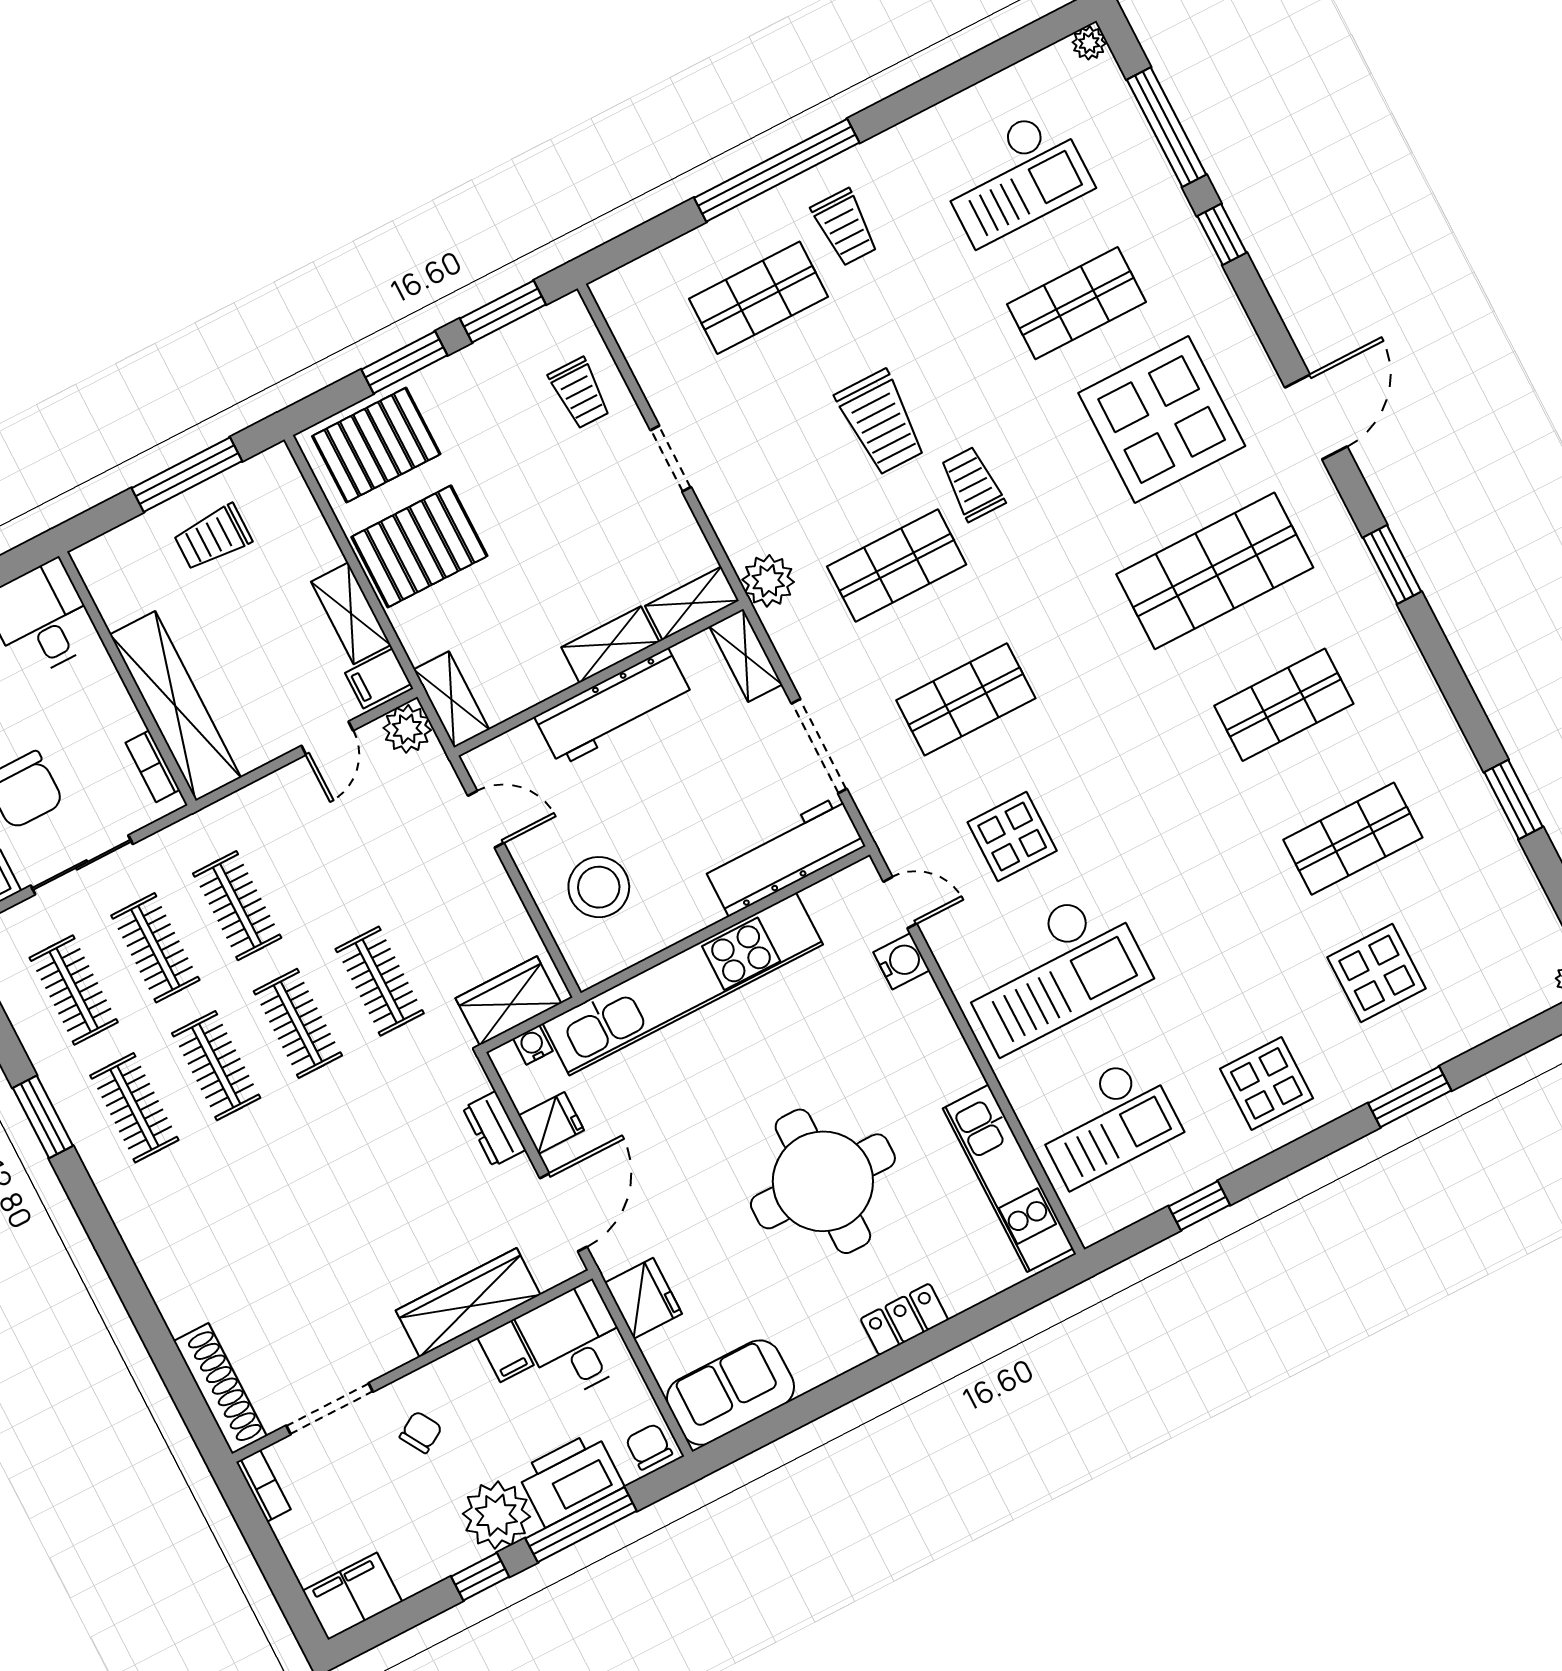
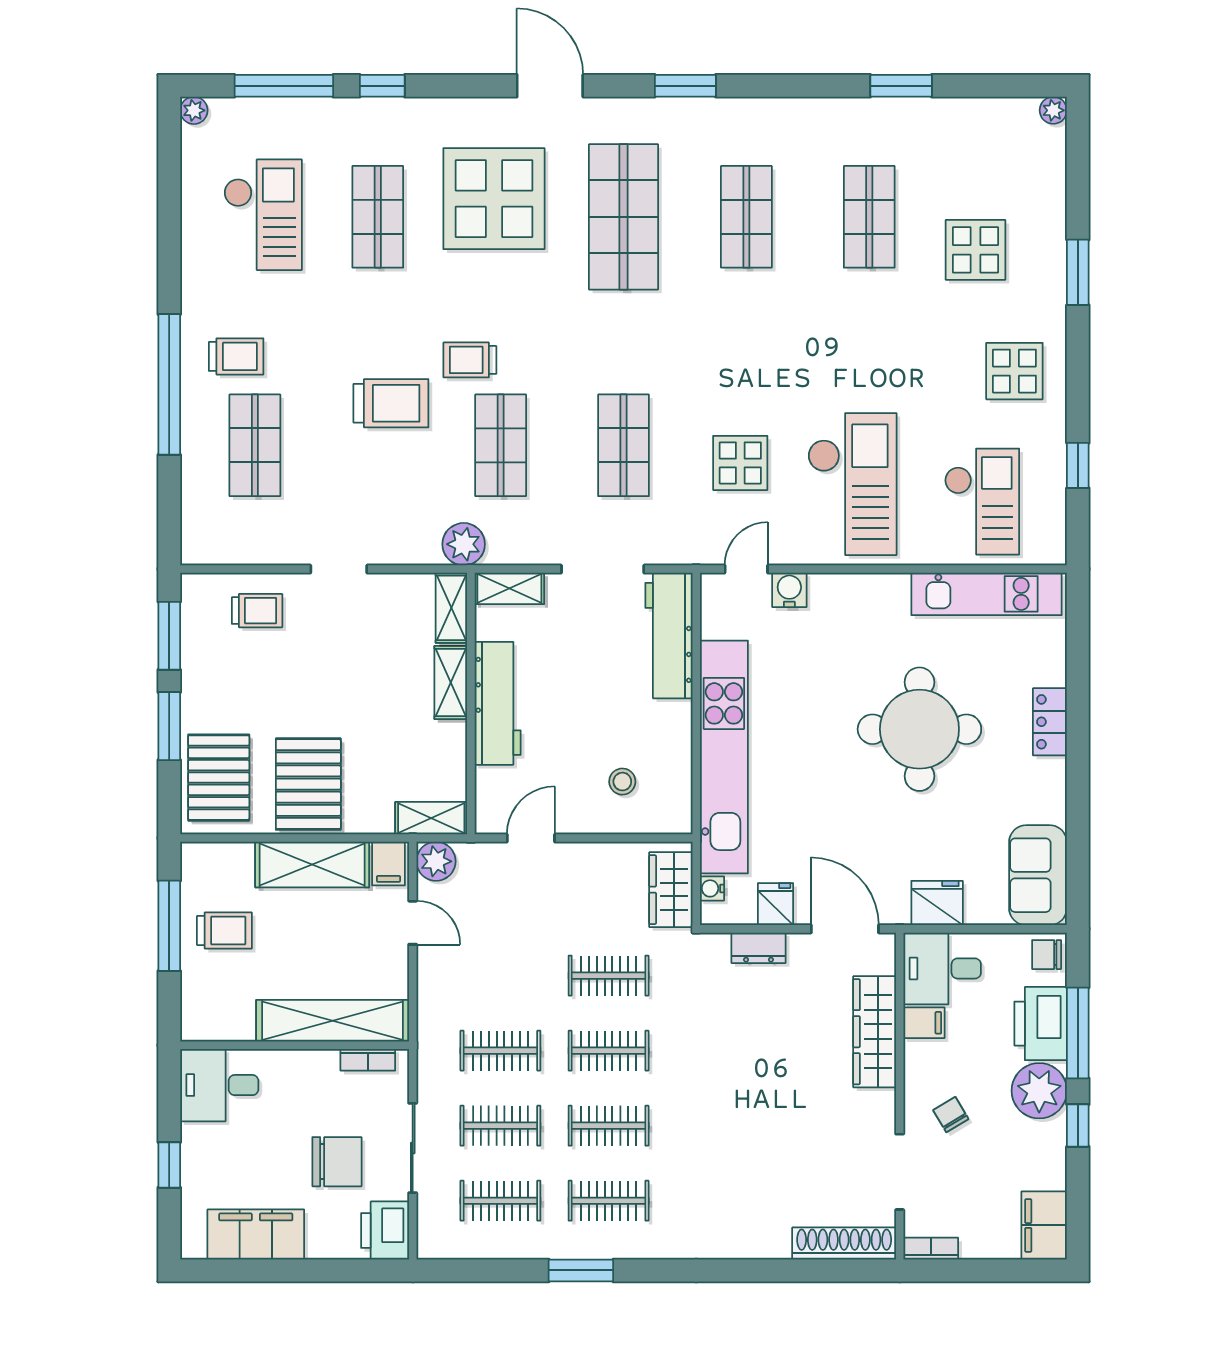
trolley: (213, 537) -> (224, 930), turned -90
shelving: (351, 613) -> (312, 864), width x1.50, depth x1.33
stool: (599, 887) -> (622, 782), width x0.53, depth x0.53

